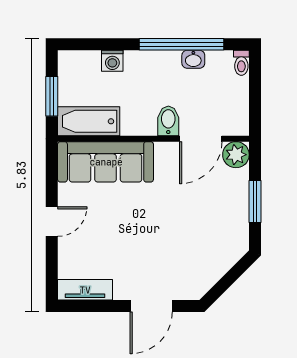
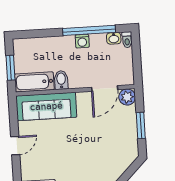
washbasin: (193, 59) -> (114, 38), moved
washing machine: (112, 61) -> (82, 41), moved
bidet: (168, 121) -> (61, 80), moved

